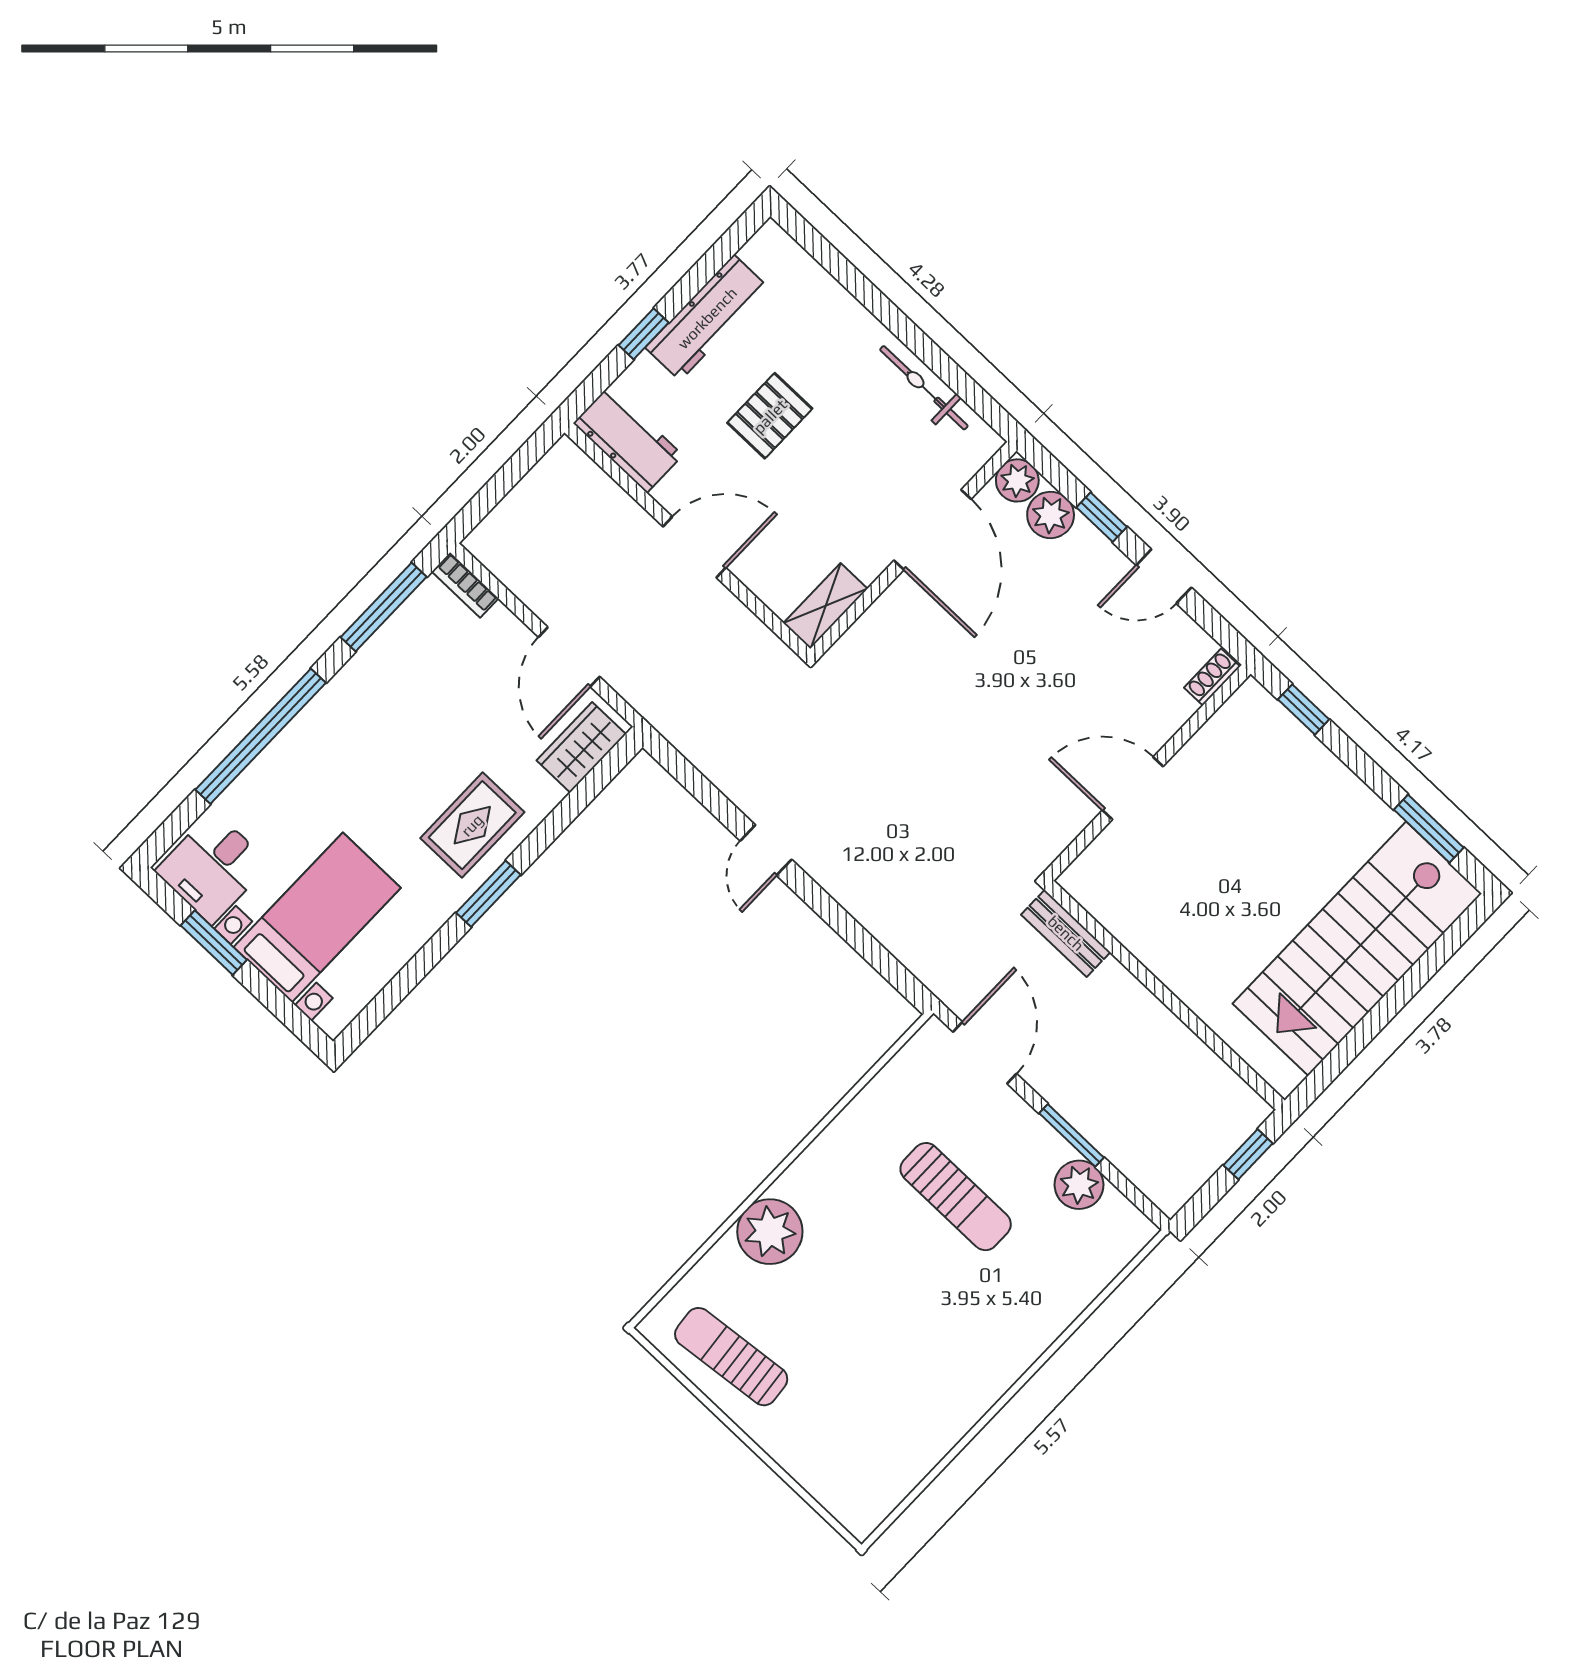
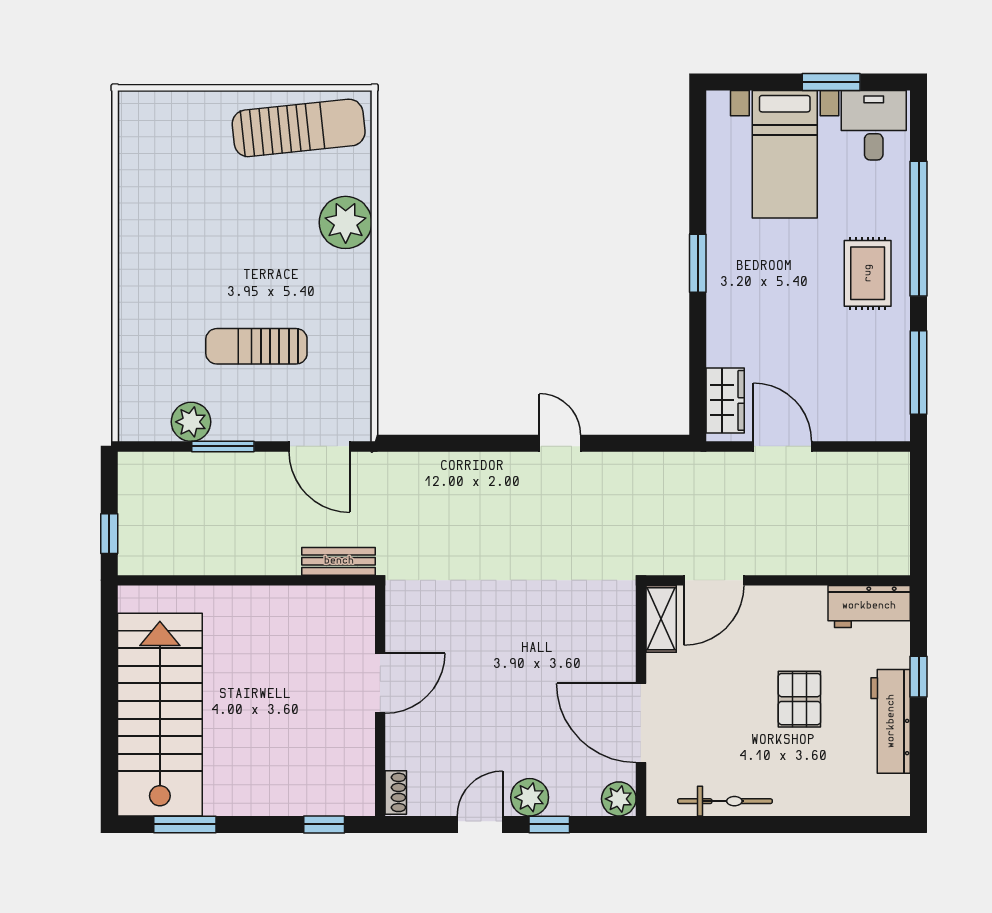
plant: (1051, 515) -> (530, 797), moved
door: (694, 547) -> (714, 580), moved
bookcase: (465, 585) -> (883, 431), removed
rug: (472, 825) -> (868, 273), moved
sun lounger: (731, 1357) -> (299, 128), width x1.36, depth x1.34

